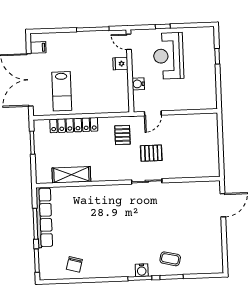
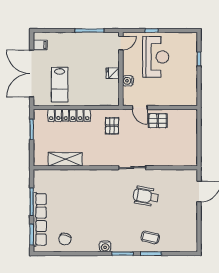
door: (129, 42) -> (121, 43), swing flipped
reception desk: (168, 56) -> (156, 57), turned 180
fridge: (120, 64) -> (113, 73), moved
door: (153, 113) -> (140, 107), hinge flipped
pallet: (151, 153) -> (158, 121), moved
wheelchair: (163, 213) -> (146, 196), added
row of seats: (44, 217) -> (40, 219), moved
water cooler: (142, 270) -> (105, 246), moved

